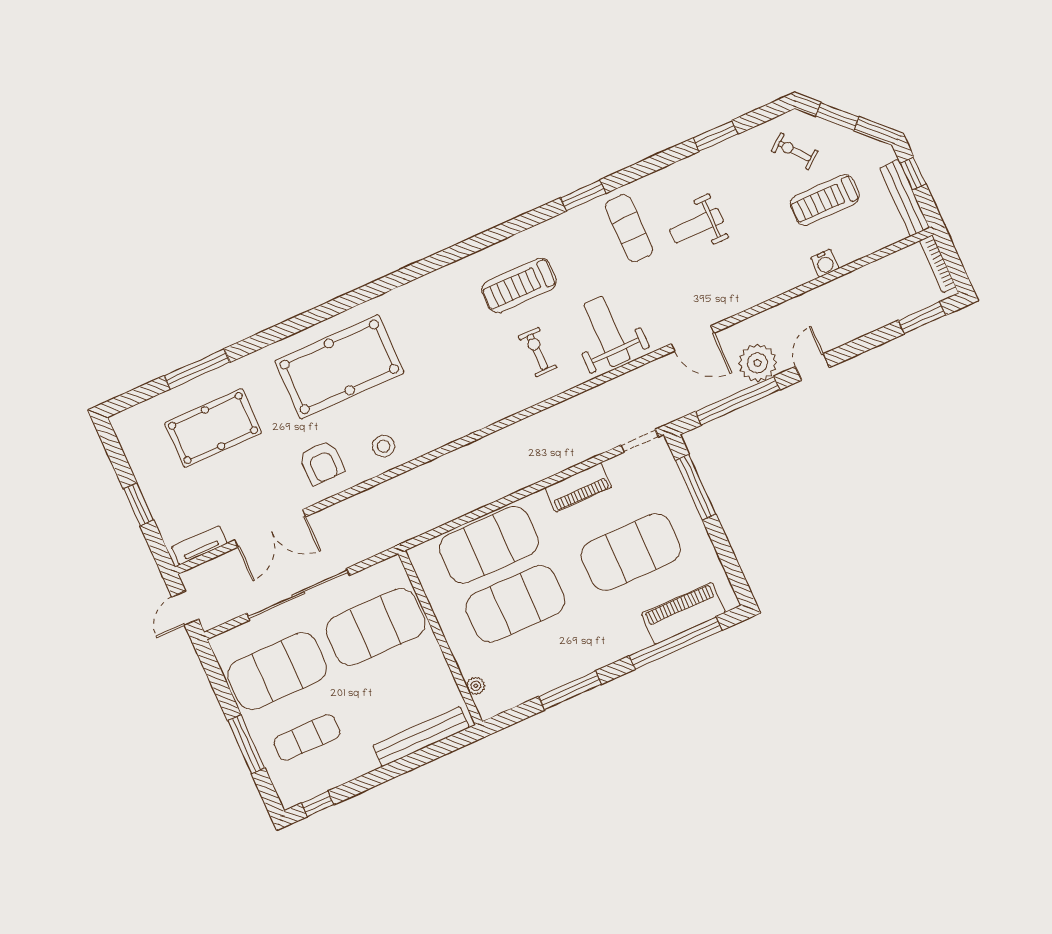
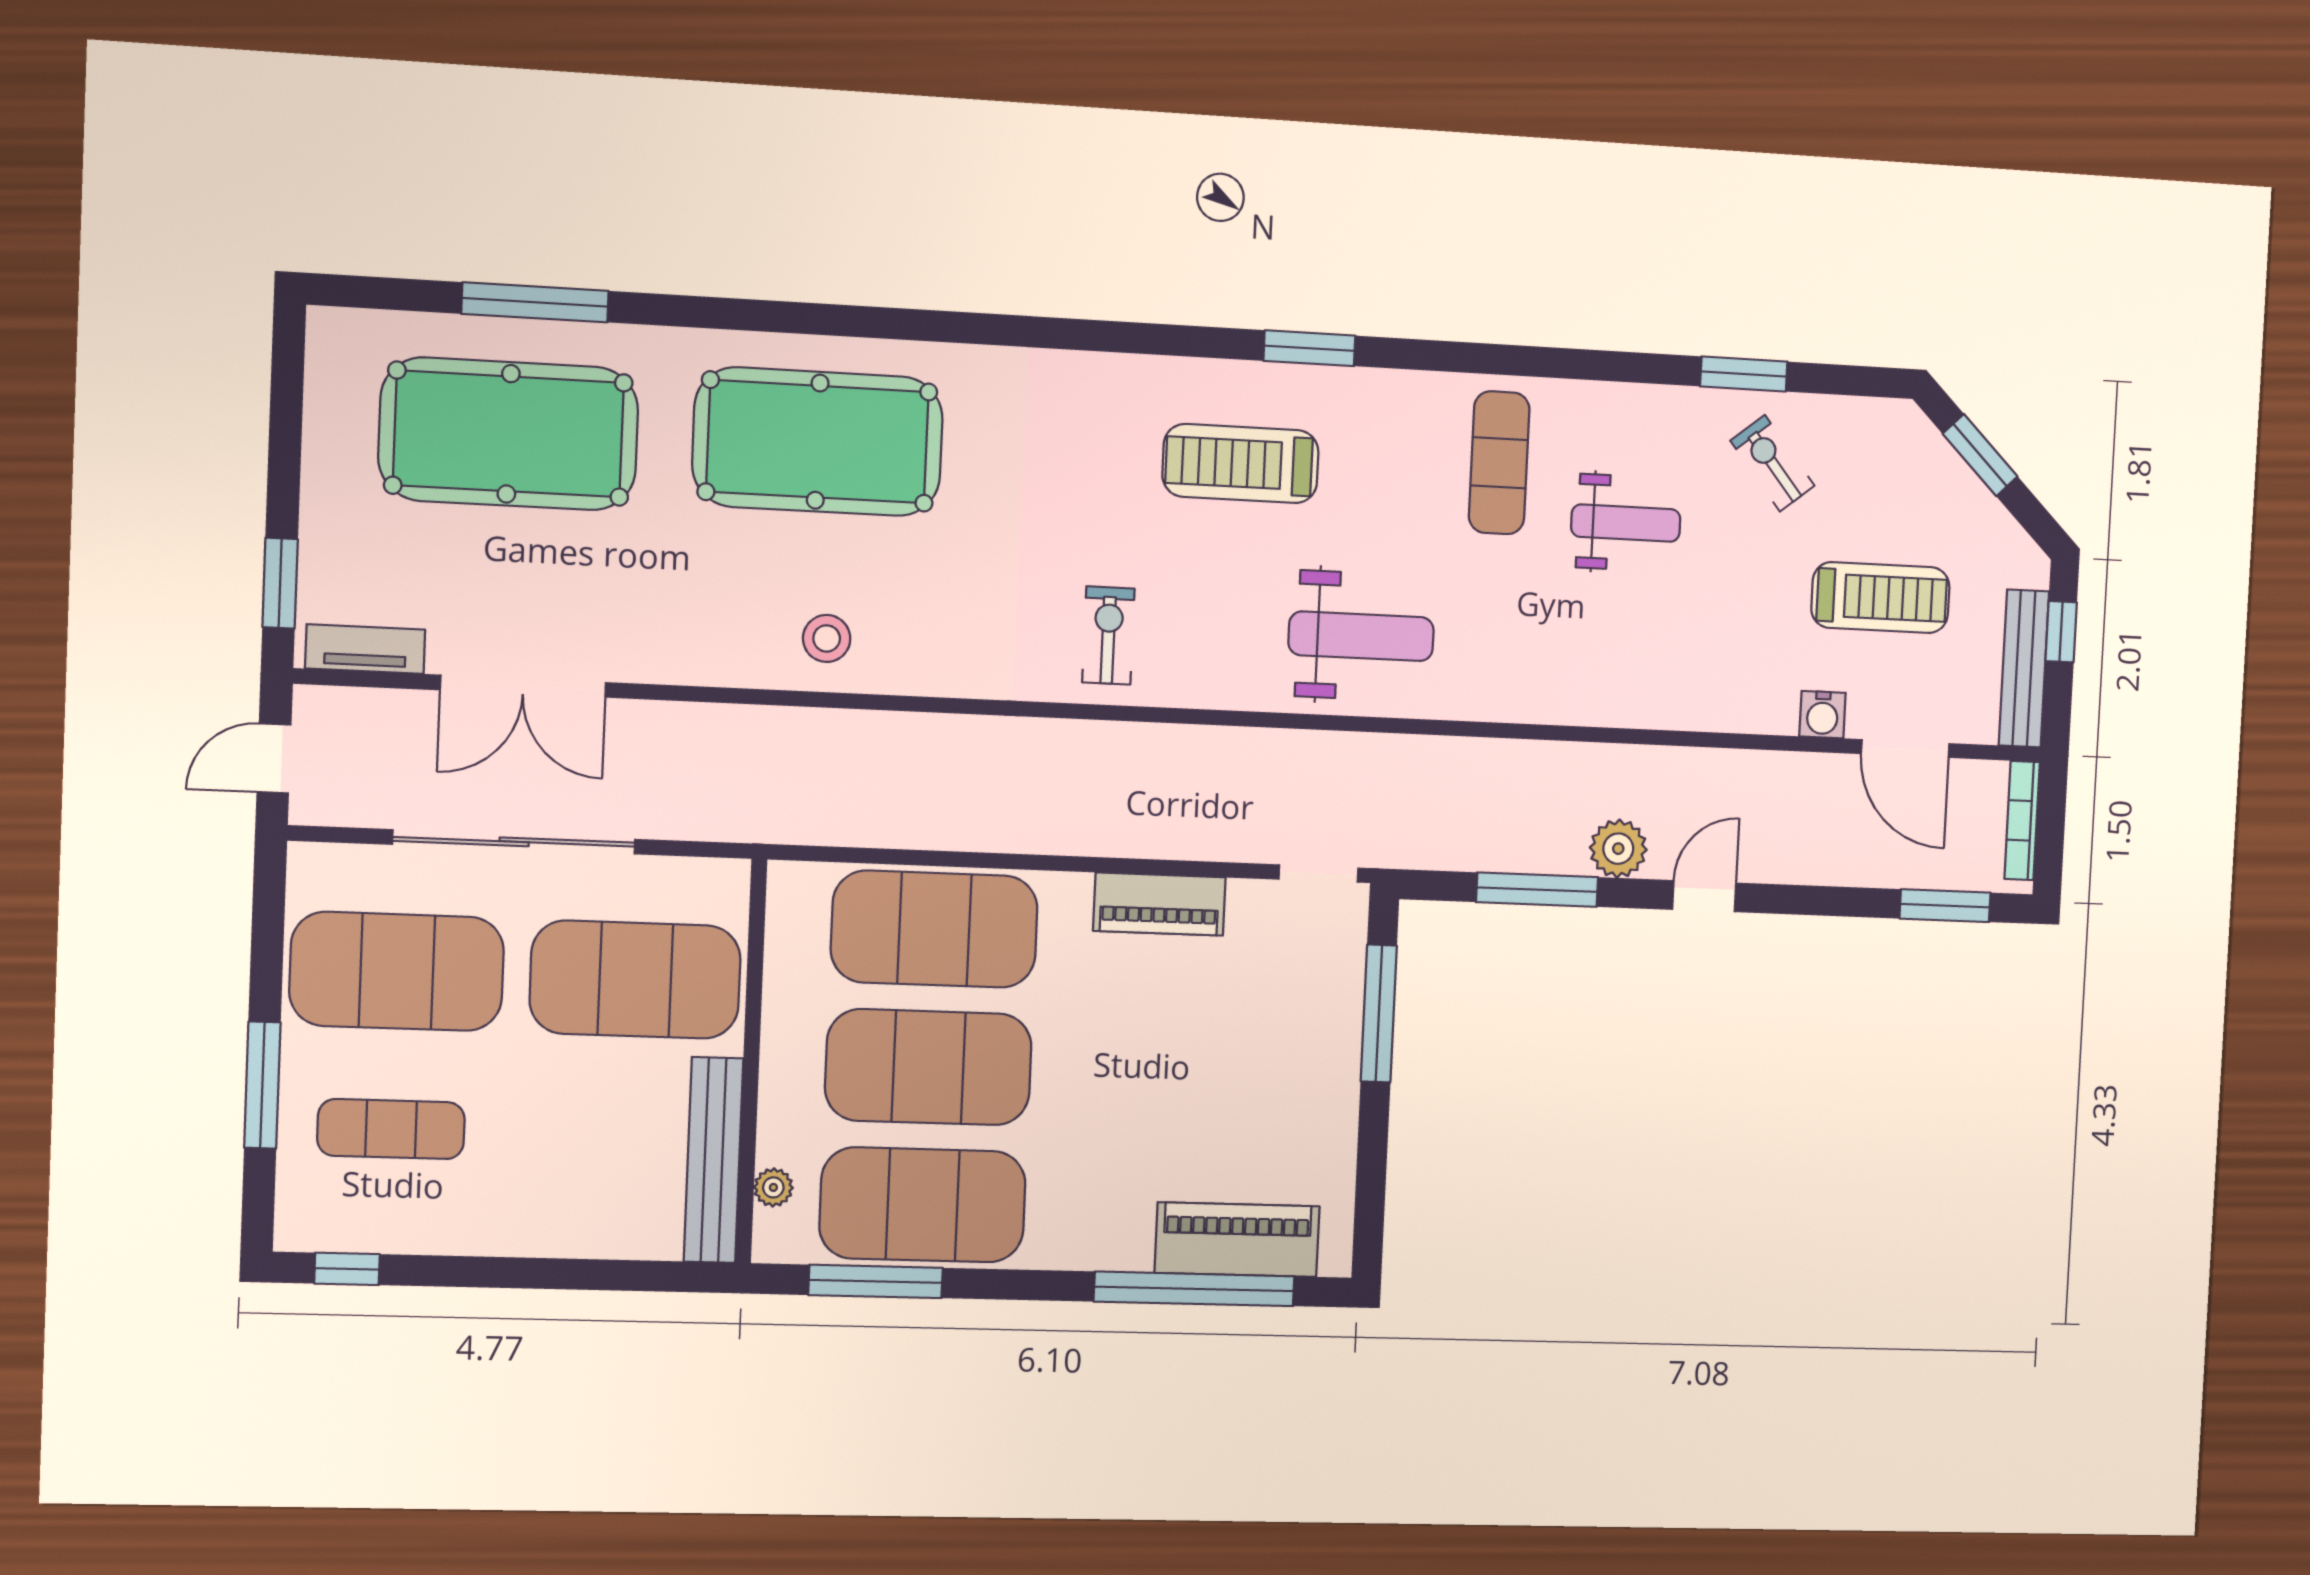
exercise bike: (795, 151) -> (1772, 463), moved
window: (583, 195) -> (1309, 348), moved
treadmill: (825, 200) -> (1880, 598), turned 180
weight bench: (697, 226) -> (1626, 523), turned 180
weight bench: (607, 331) -> (1361, 636), turned 90
door: (693, 338) -> (1905, 749), moved
exercise bike: (537, 352) -> (1108, 635), moved
plant: (757, 363) -> (1618, 849), width x0.73, depth x0.73
window: (738, 401) -> (1537, 890), width x0.68
pool table: (213, 428) -> (509, 434), width x1.36, depth x1.32
armchair: (322, 463) -> (690, 609), removed
window: (138, 504) -> (280, 583), moved
exercise mat: (631, 552) -> (923, 1205), moved
window: (570, 690) -> (876, 1281), moved
bench: (421, 737) -> (714, 1160), moved, turned 90

